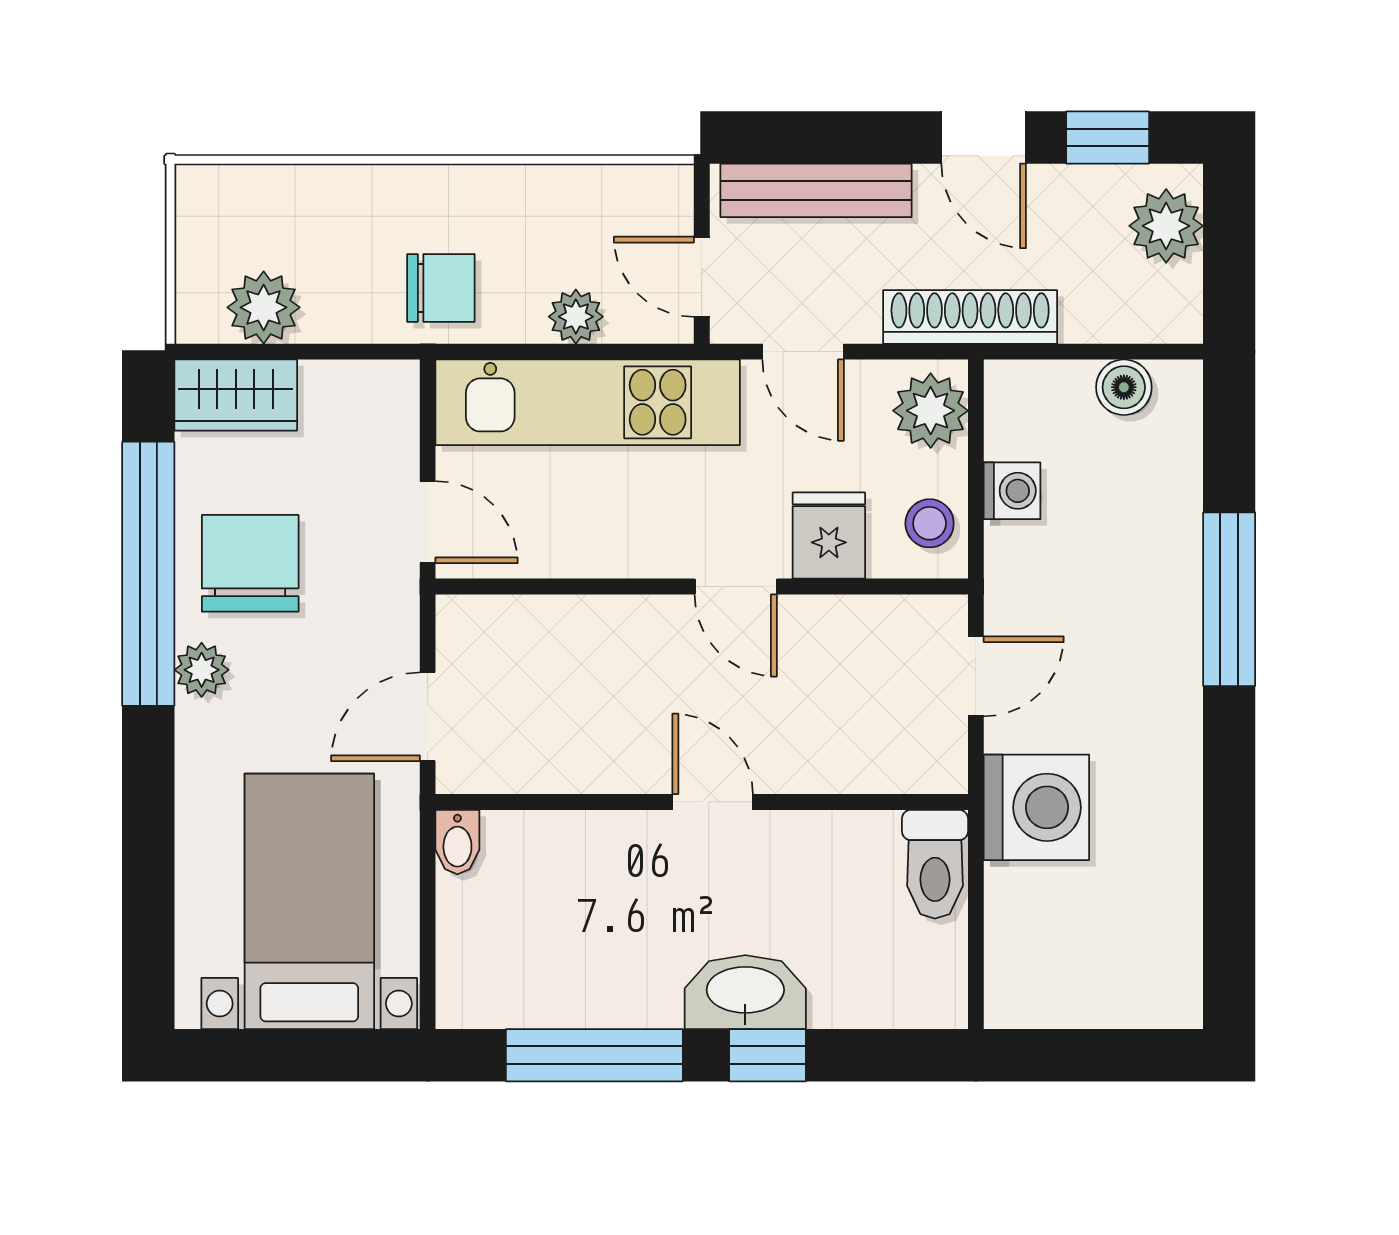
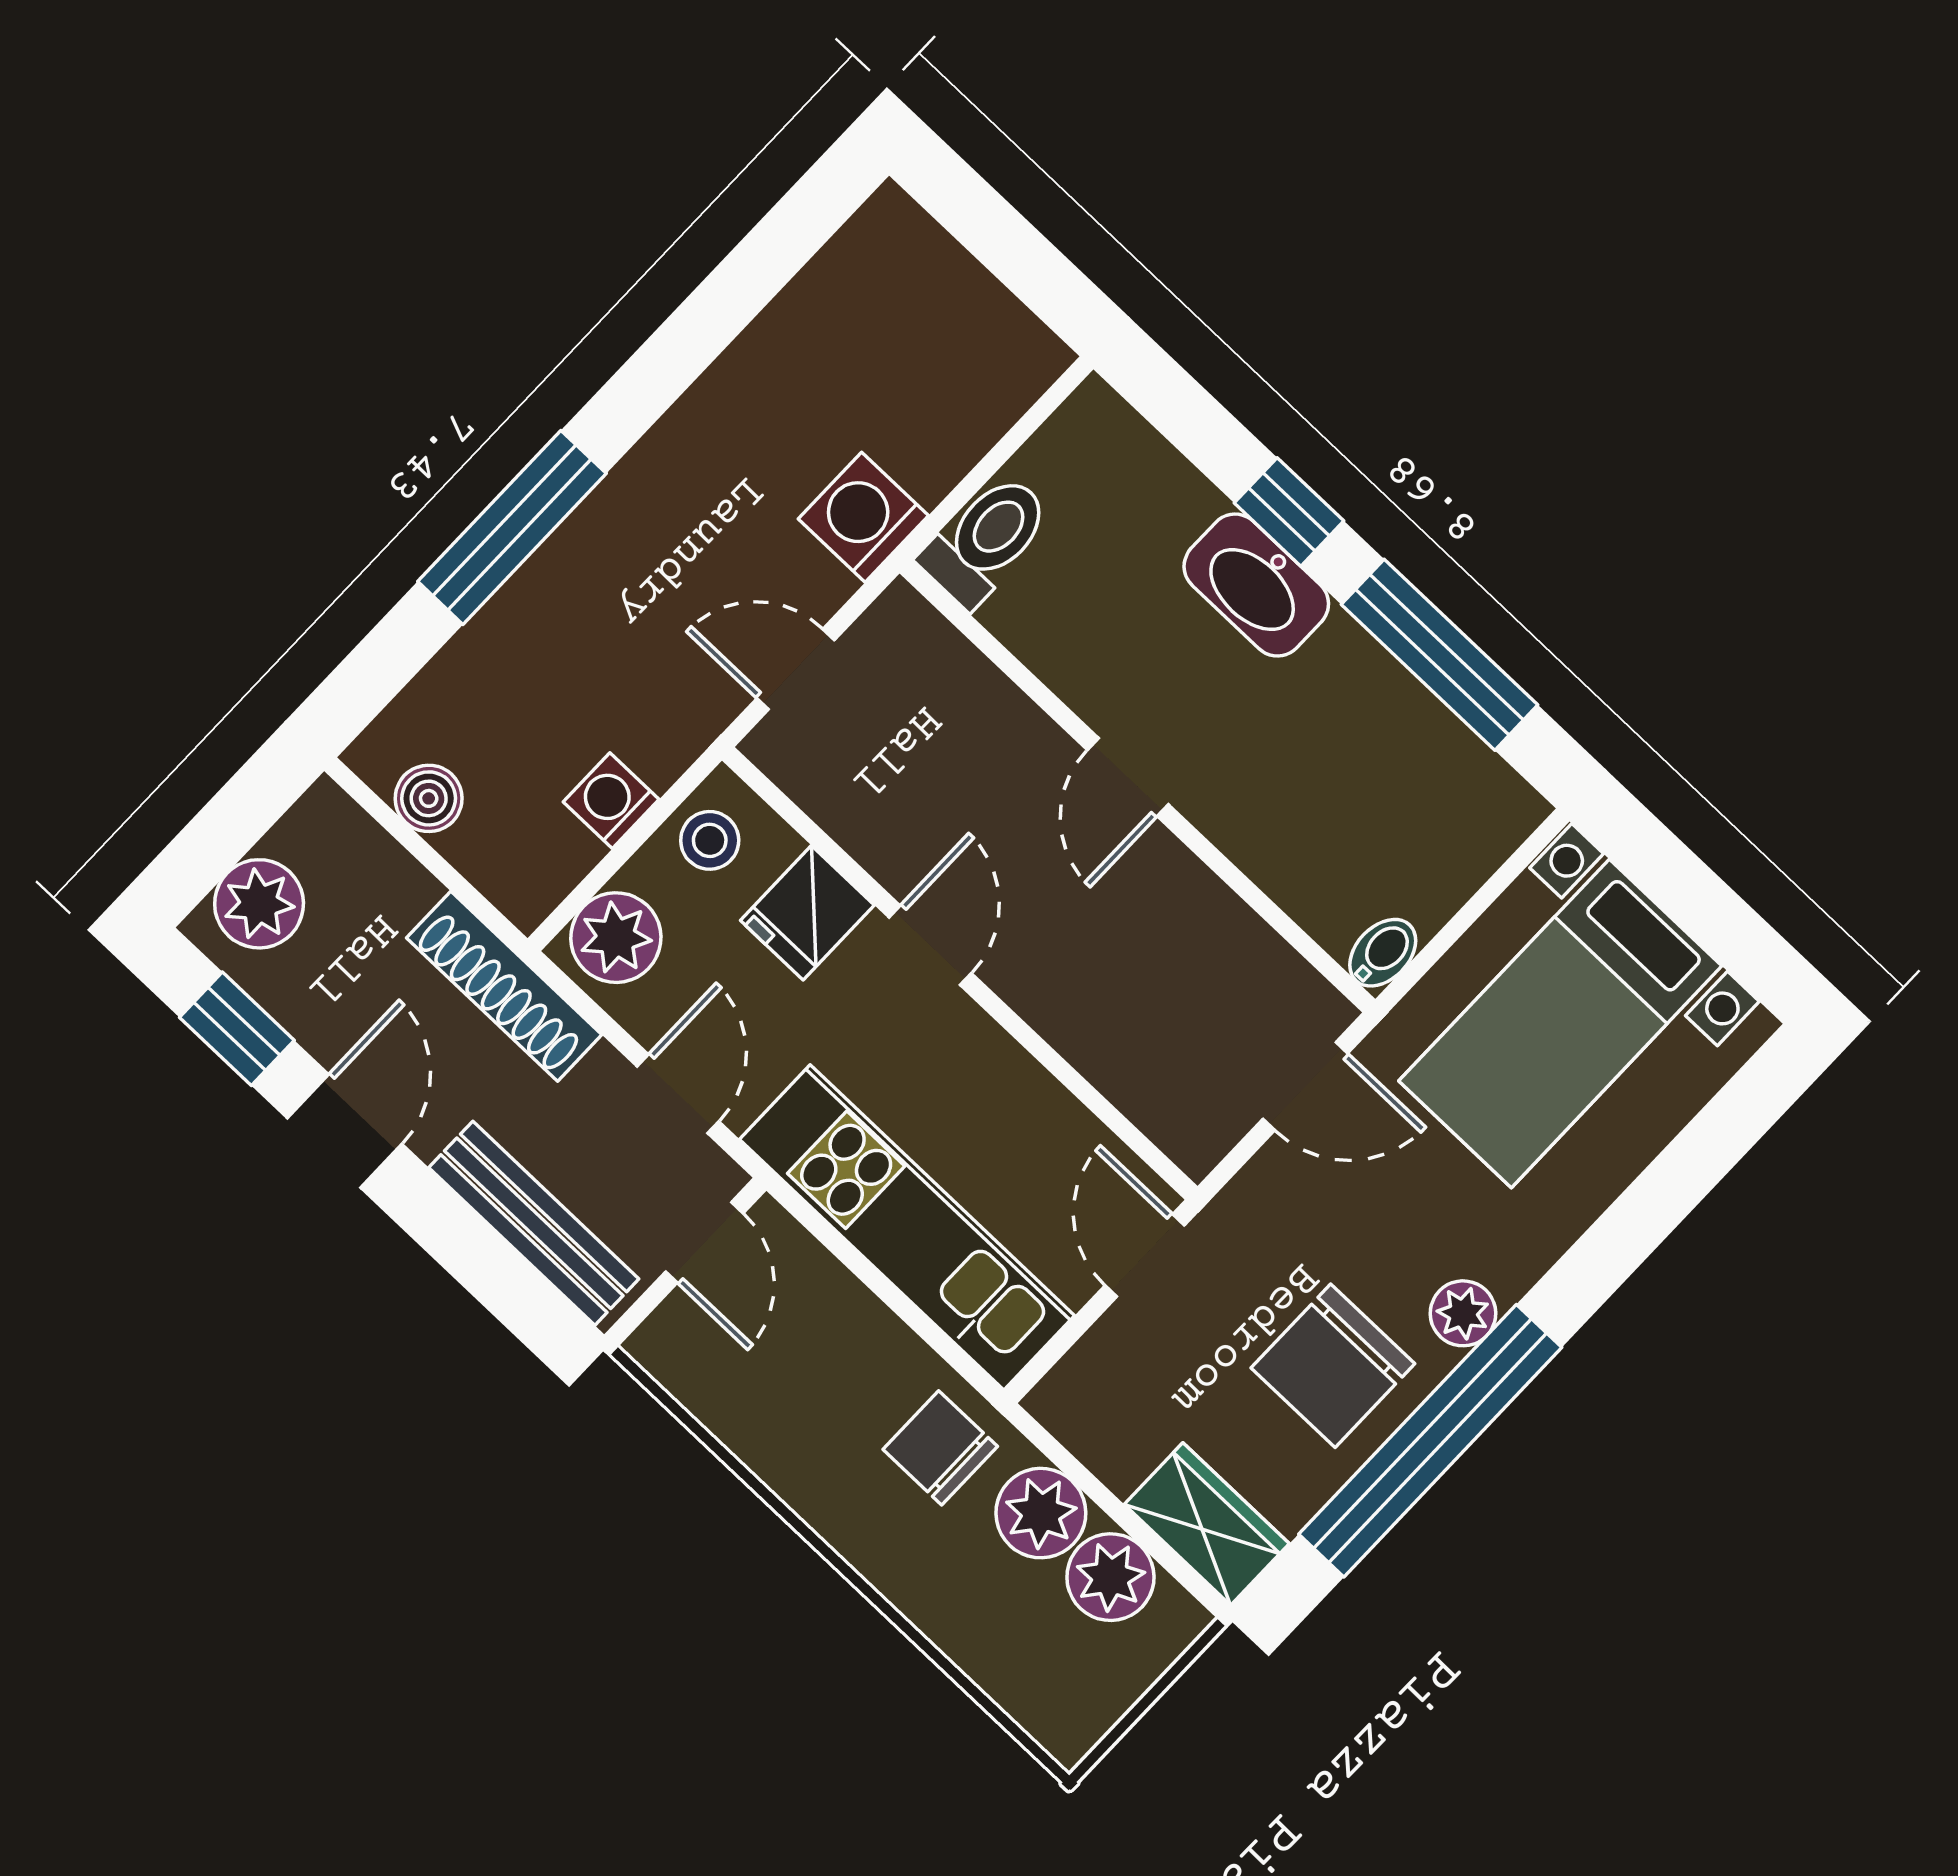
plant: (576, 317) -> (1041, 1513), moved, width x1.38, depth x1.38
washing machine: (1036, 807) -> (863, 517), width x0.73, depth x0.73

